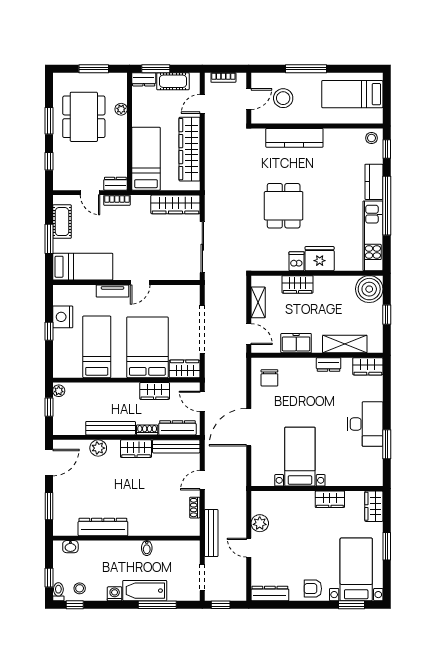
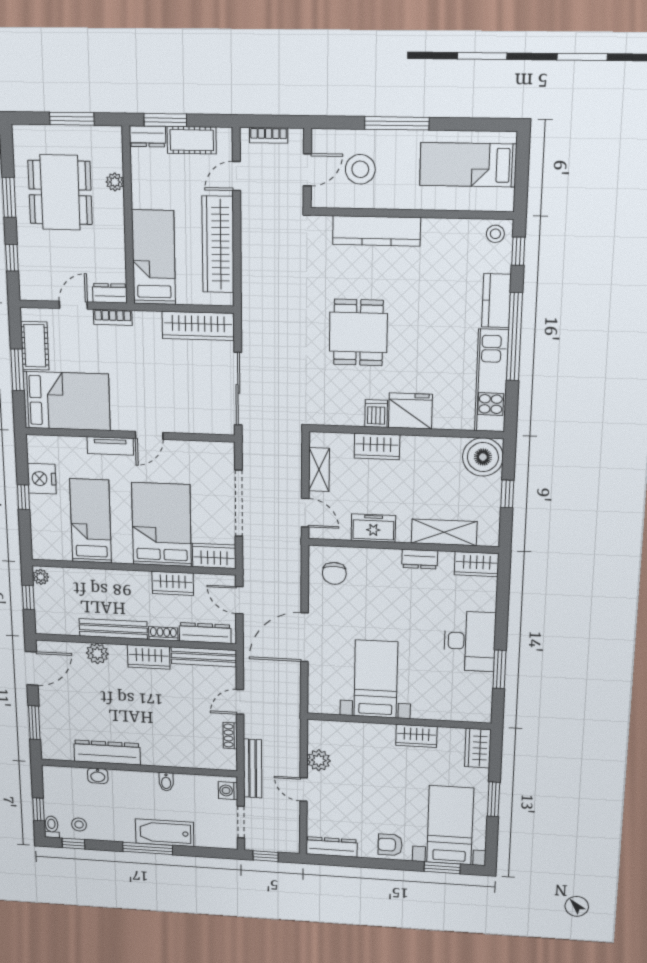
door: (90, 193) -> (73, 305), swing flipped
bed: (83, 267) -> (67, 401), width x1.50
washbasin: (70, 547) -> (98, 776), moved
washing machine: (115, 594) -> (228, 791), moved, turned -90
window: (157, 605) -> (148, 848), moved

